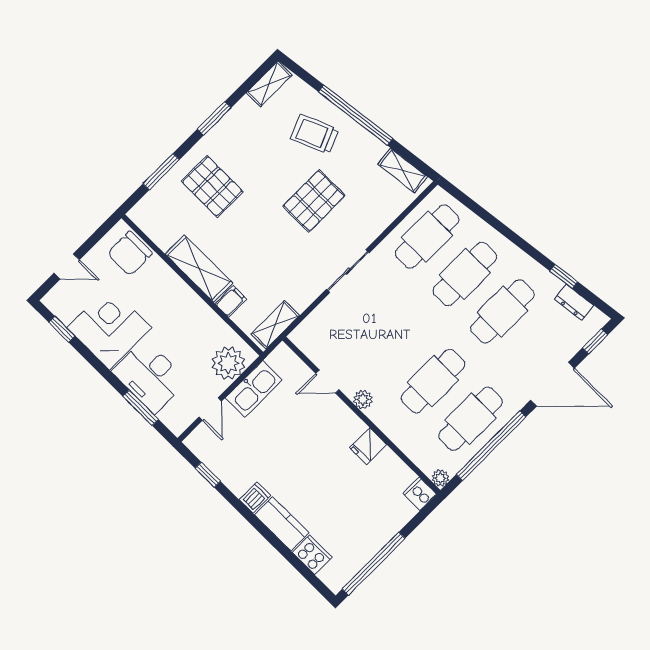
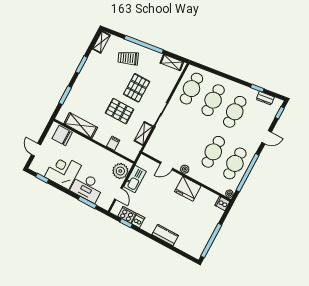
pallet: (212, 186) -> (120, 111), moved
chair: (130, 253) -> (62, 136), turned 90
door: (67, 266) -> (36, 150), swing flipped
shelving: (199, 269) -> (81, 126), moved
shelving: (275, 325) -> (144, 134), moved
door: (553, 384) -> (267, 137), width x0.53
fridge: (368, 446) -> (188, 189), width x1.88, depth x1.34
dishwasher: (255, 498) -> (138, 221), moved
cooker: (312, 555) -> (127, 215), moved

